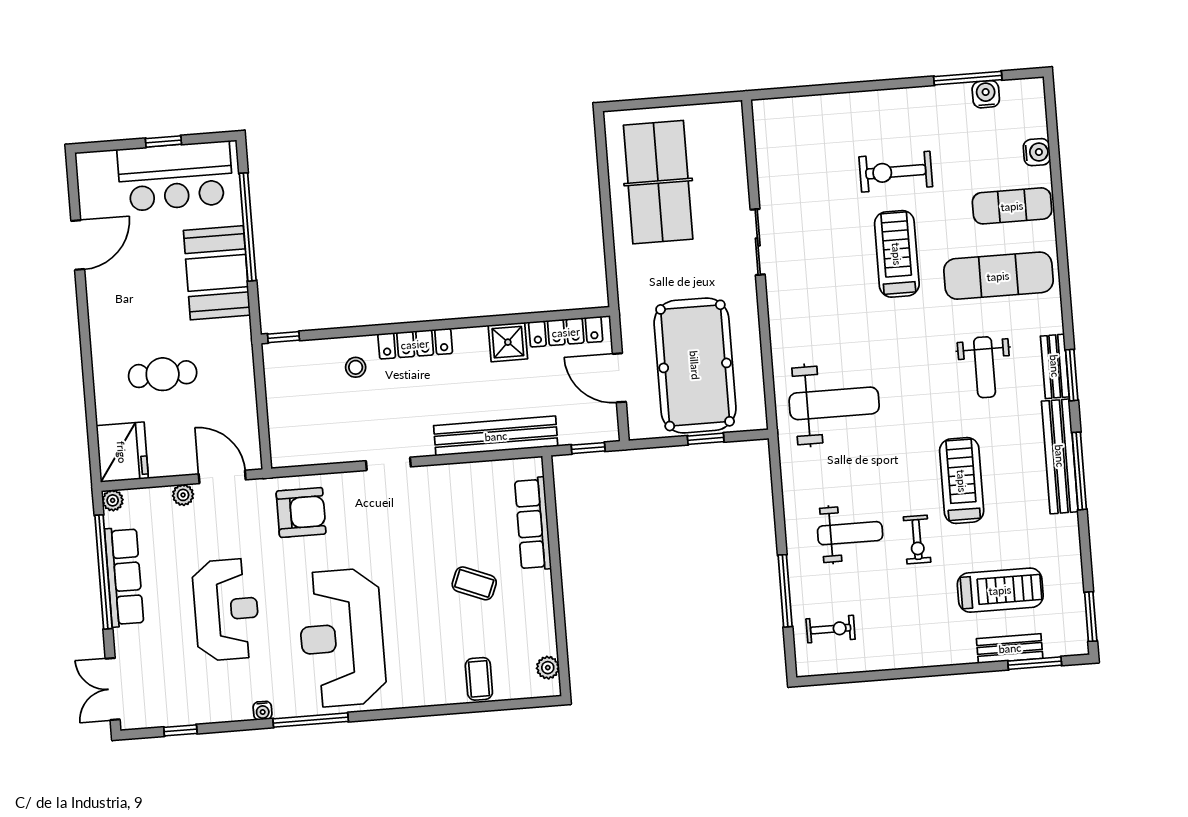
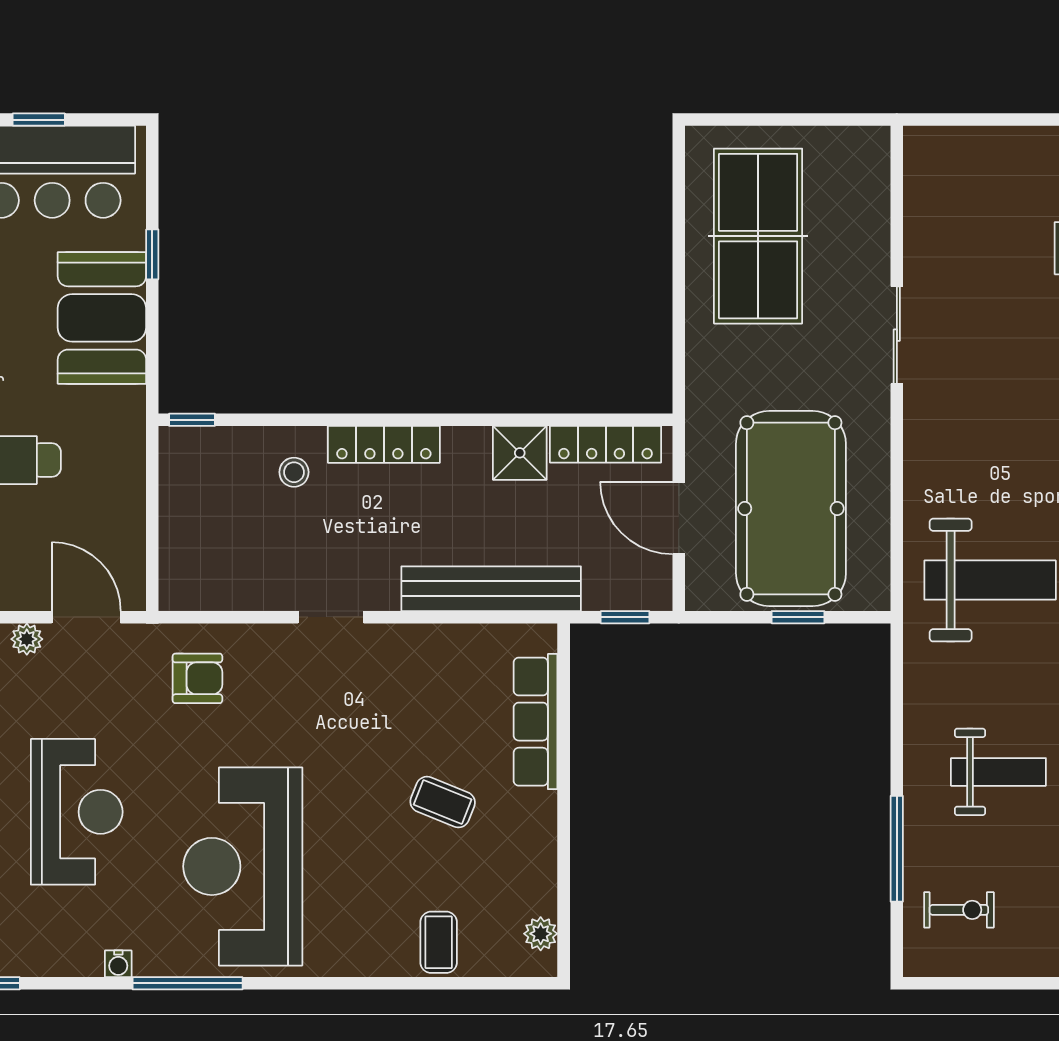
window: (248, 227) -> (152, 254), width x0.32
armchair: (301, 512) -> (197, 678), width x0.72, depth x0.72

